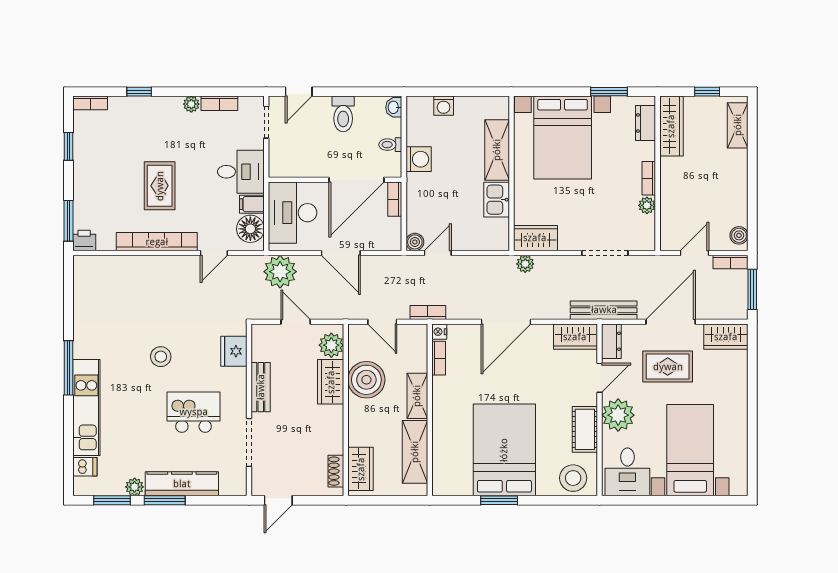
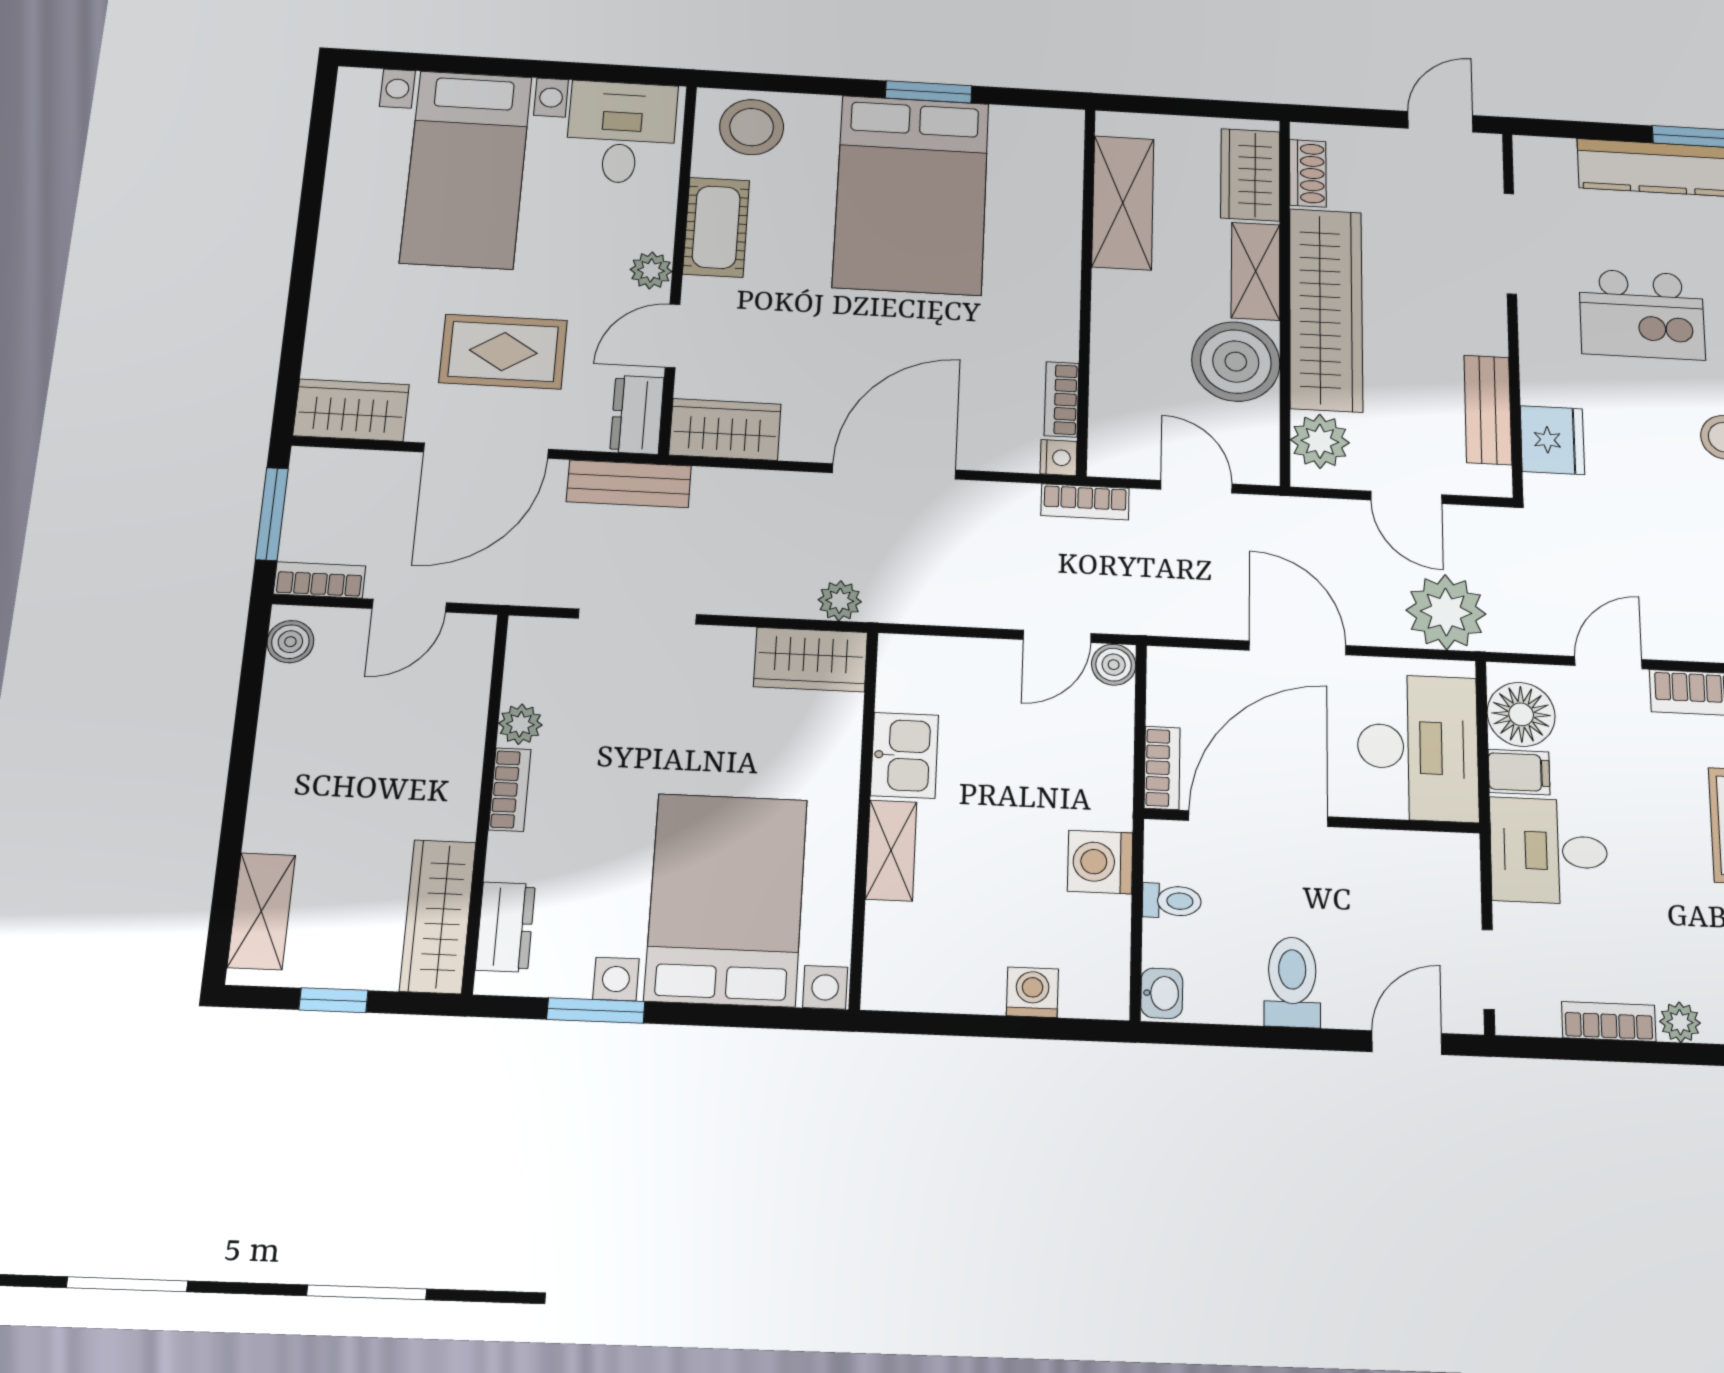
shelving: (497, 150) -> (891, 850), width x0.67, depth x0.75
bench: (604, 310) -> (629, 484), width x0.73
wardrobe: (331, 382) -> (1326, 310), width x2.10, depth x1.17
bench: (261, 387) -> (1488, 410), moved
shelving: (417, 396) -> (1256, 271), moved
plant: (618, 415) -> (651, 270), width x0.53, depth x0.53

